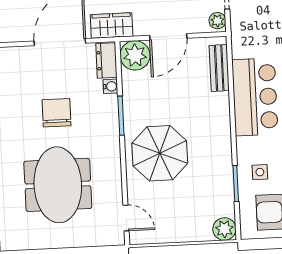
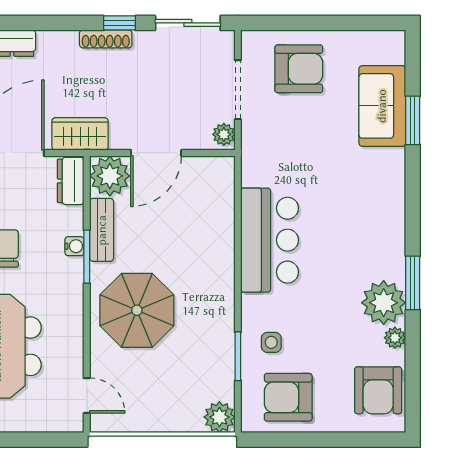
bench: (219, 68) -> (102, 230), moved
water cooler: (110, 86) -> (74, 246), moved

